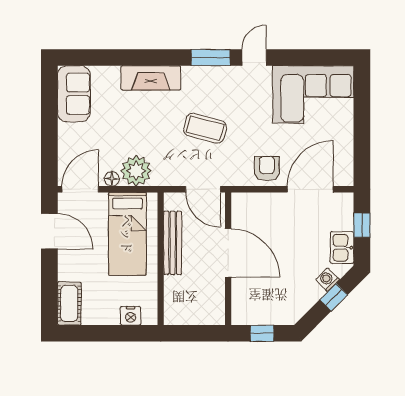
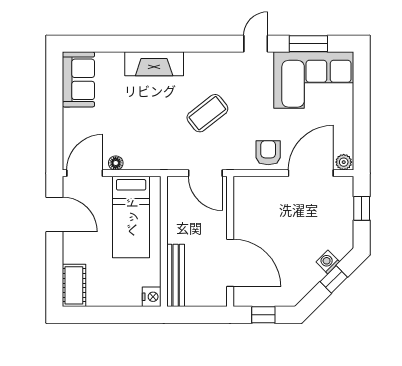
window: (211, 57) -> (308, 44), moved
coffee table: (205, 128) -> (207, 113), turned -53
plant: (136, 171) -> (344, 162), moved, width x0.53, depth x0.53
bench: (173, 243) -> (176, 275), moved
kitchen sink: (342, 248) -> (342, 231), removed
door: (228, 253) -> (230, 263), moved
nightstand: (131, 316) -> (152, 297), moved, turned -90

